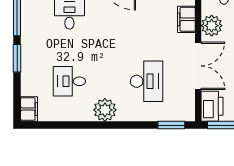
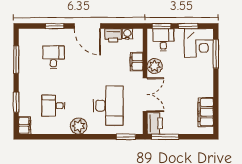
window: (17, 58) -> (16, 102), moved
desk: (147, 81) -> (108, 106), width x1.36, depth x1.30

